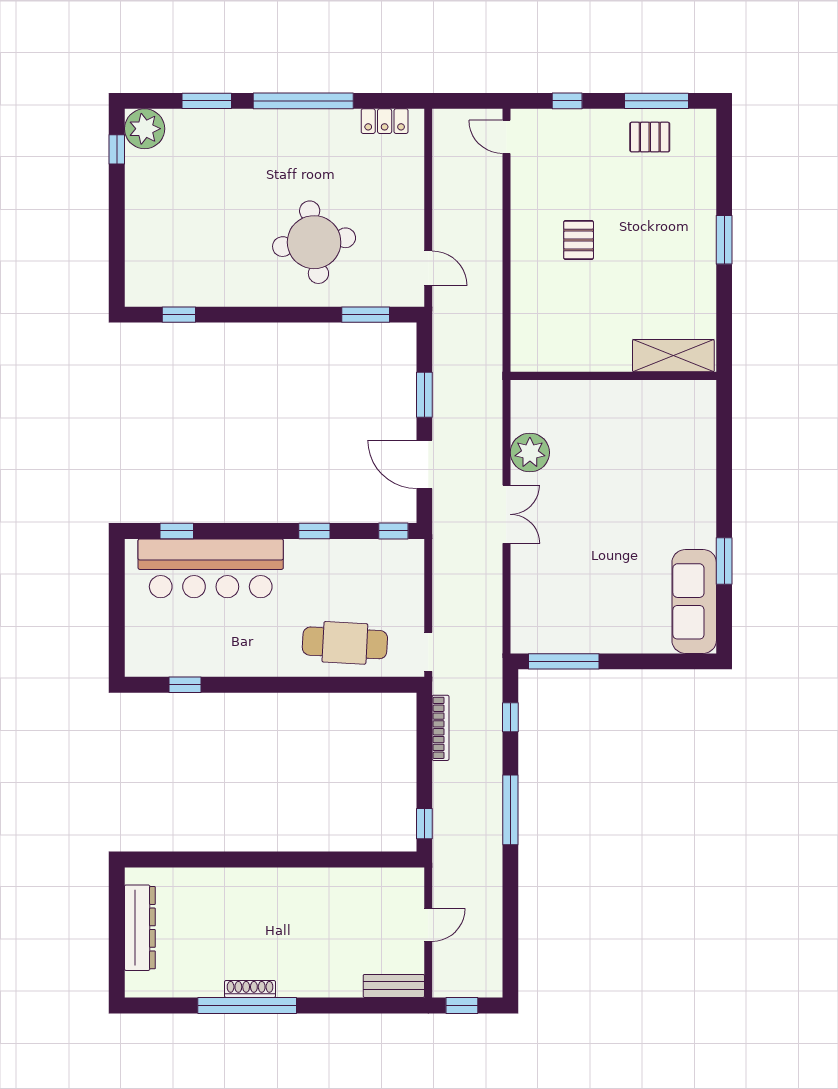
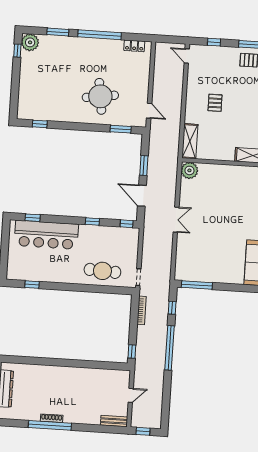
shelving: (526, 332) -> (190, 141), added
plant: (530, 453) -> (189, 170), moved
window: (510, 810) -> (170, 348), width x1.46

